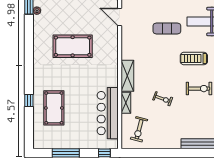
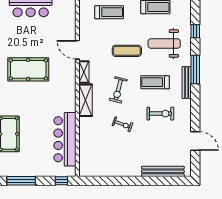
door: (120, 17) -> (77, 50), moved
shelving: (126, 103) -> (84, 72), moved
exercise bike: (139, 129) -> (118, 90), moved

